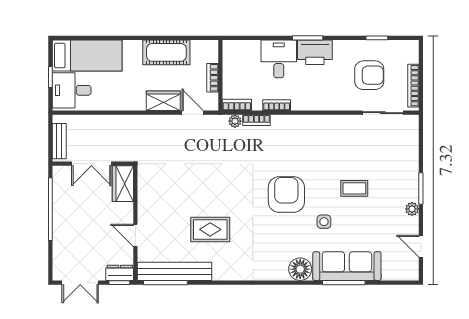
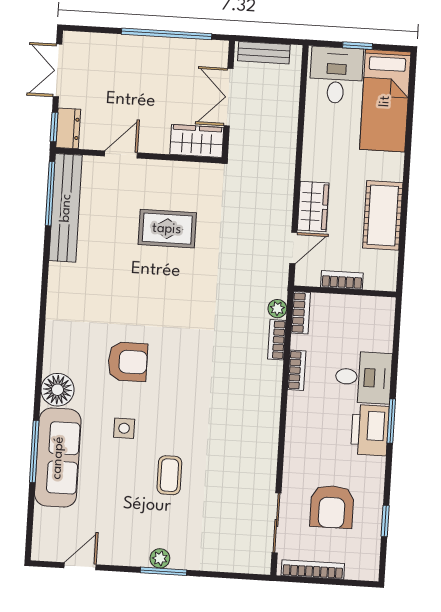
armchair: (286, 195) -> (128, 362), moved, width x0.73, depth x0.73
plant: (412, 209) -> (160, 558), moved
rug: (210, 229) -> (167, 229), moved, turned 90

